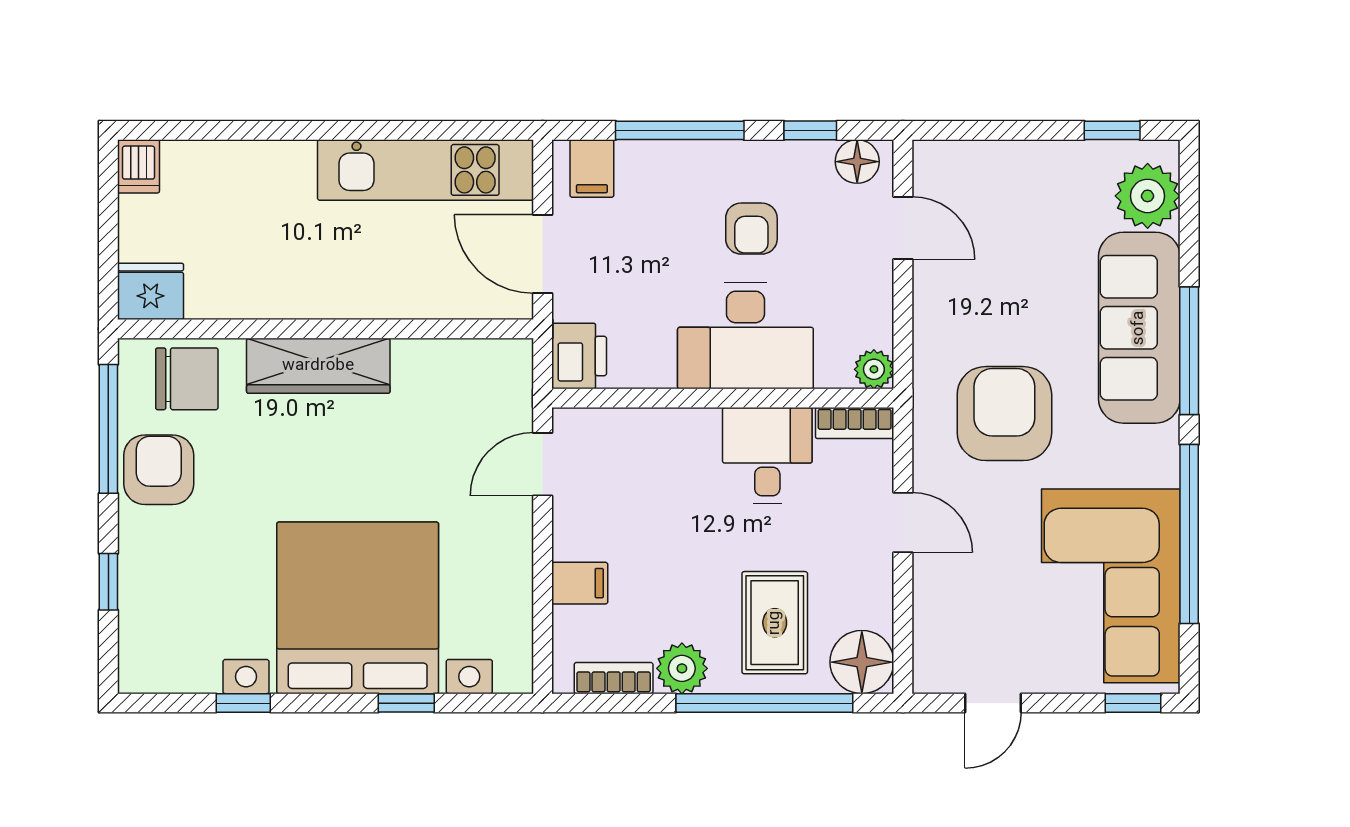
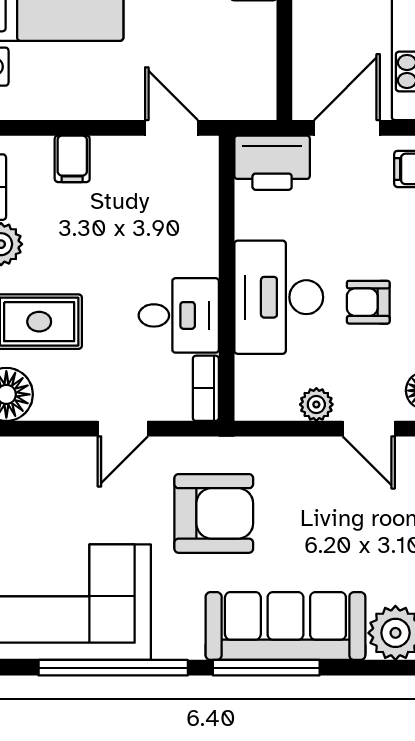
door: (903, 228) -> (369, 429), hinge flipped
printer: (579, 356) -> (272, 163), width x1.37, depth x1.19
plant: (874, 369) -> (316, 404), moved

